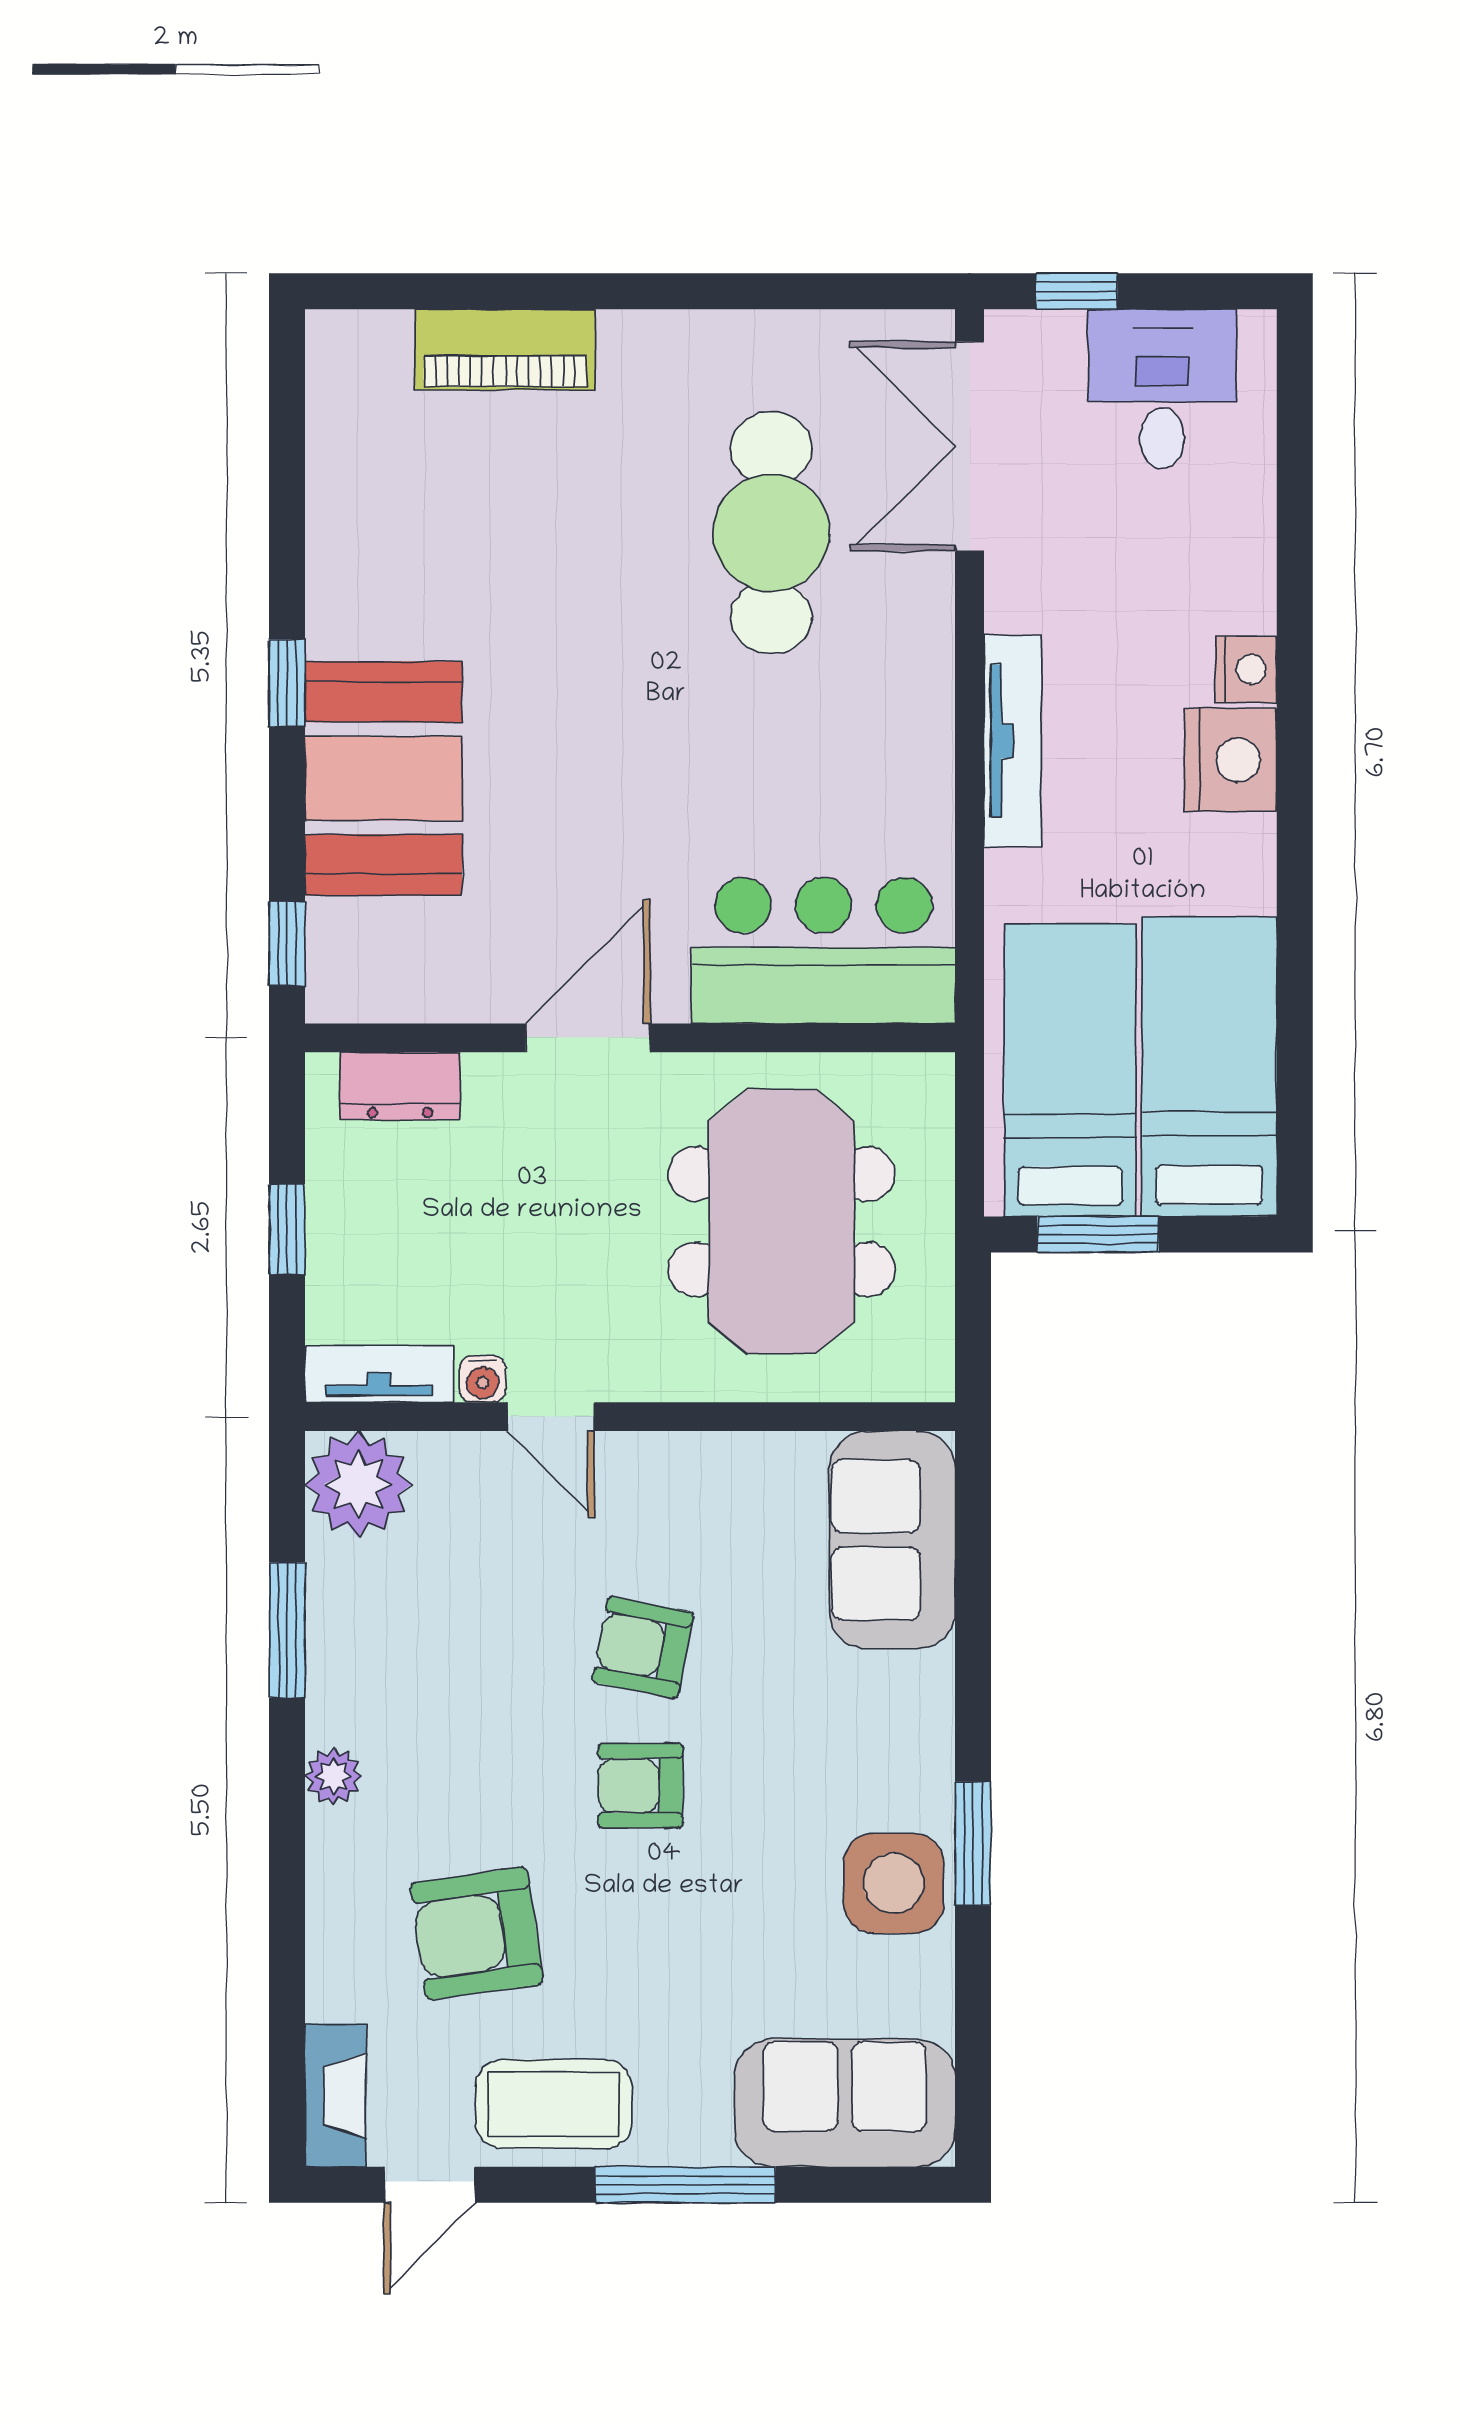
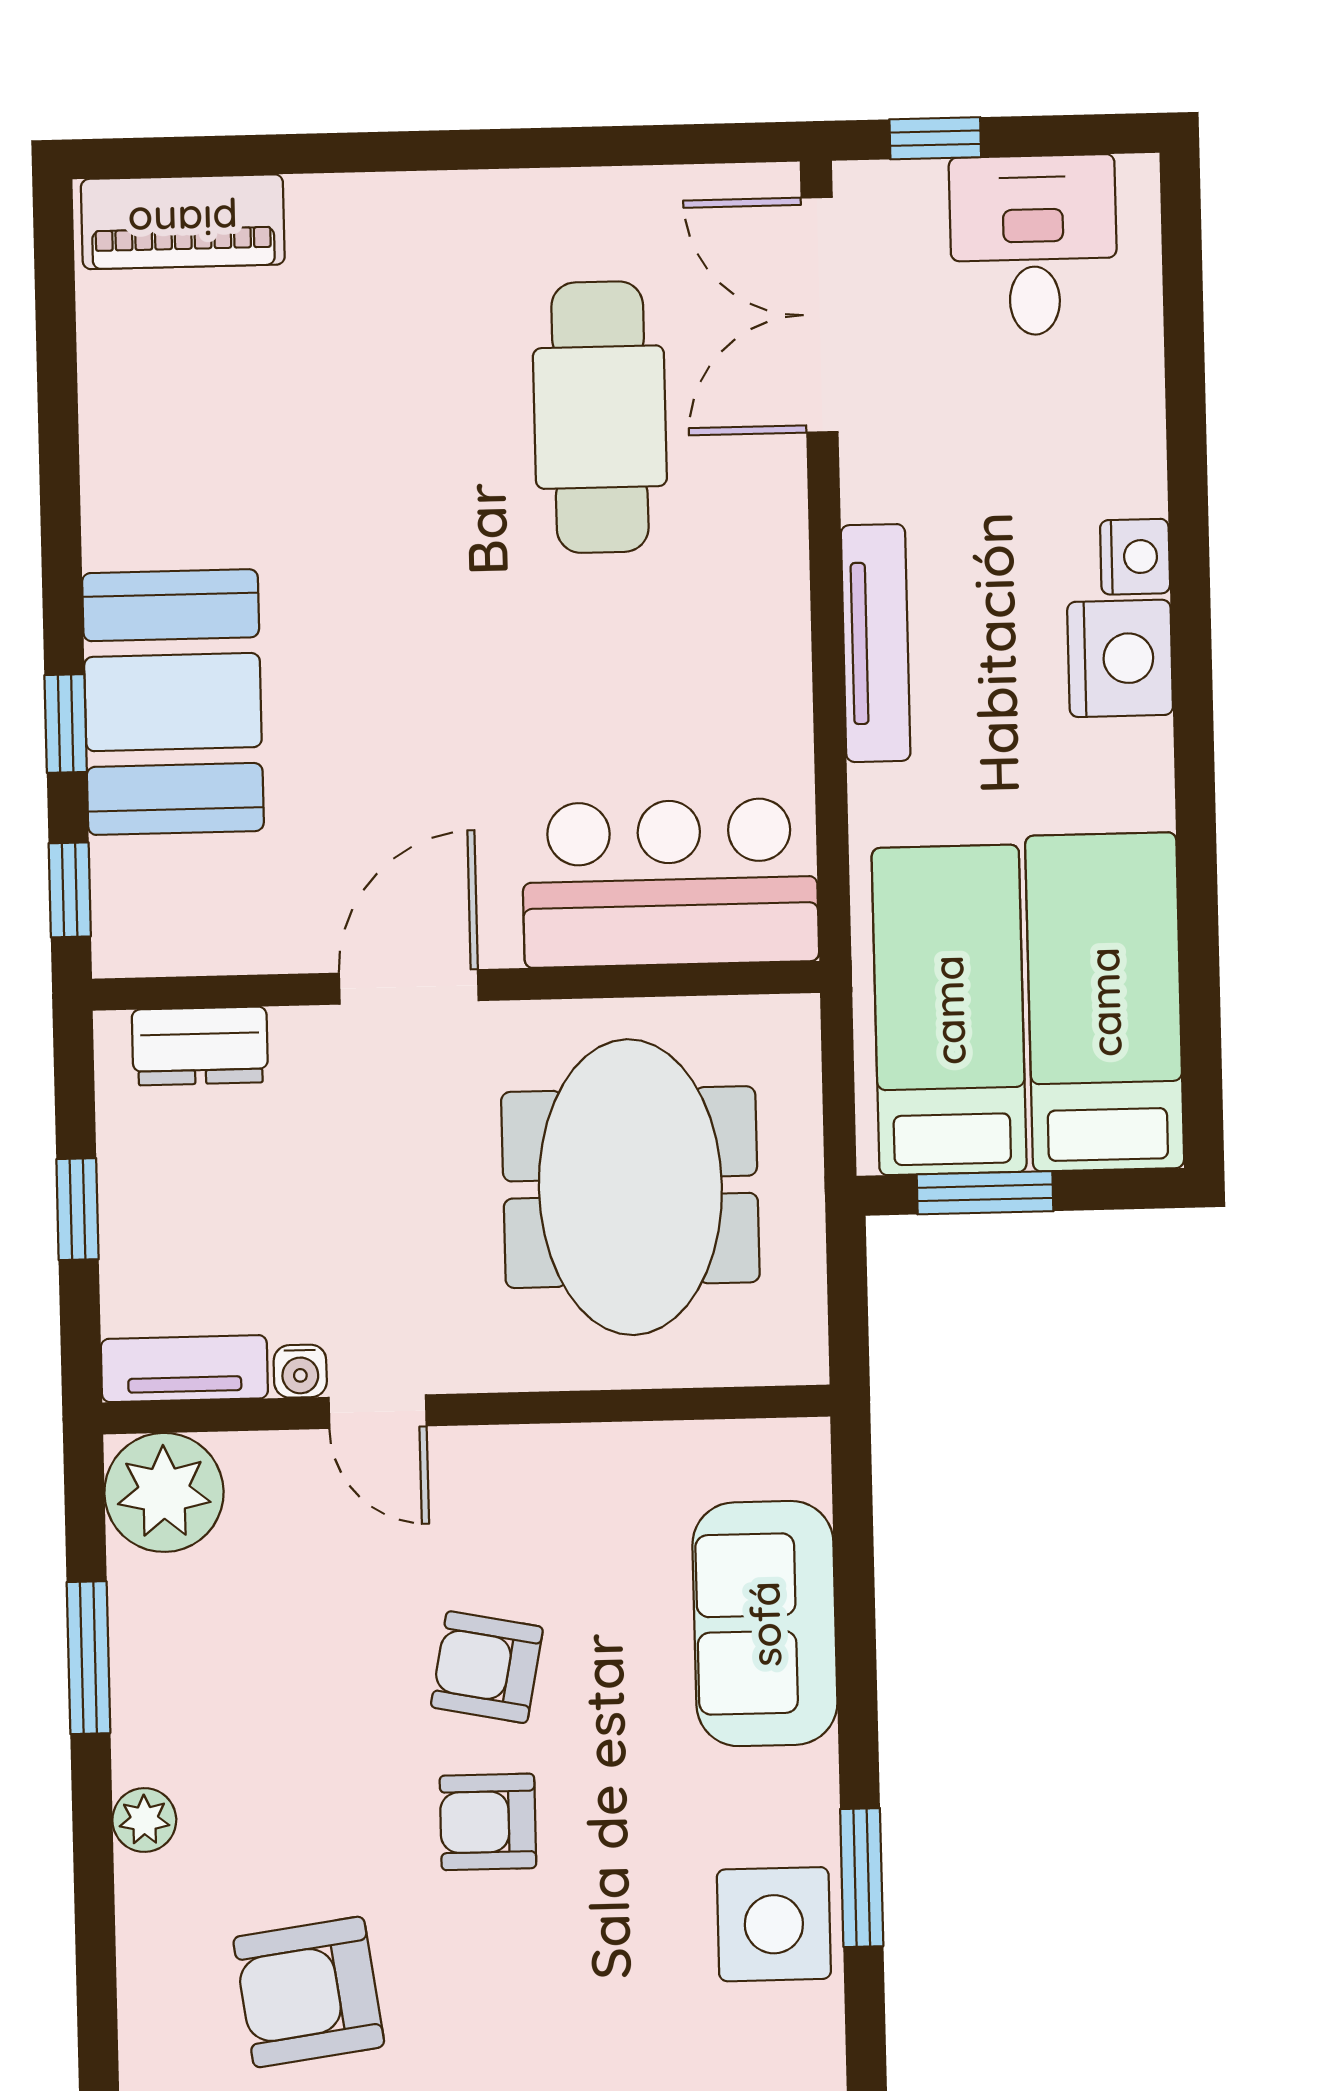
piano: (505, 349) -> (183, 222), moved
window: (287, 683) -> (66, 723), moved
sofa: (892, 1540) -> (765, 1624), moved

